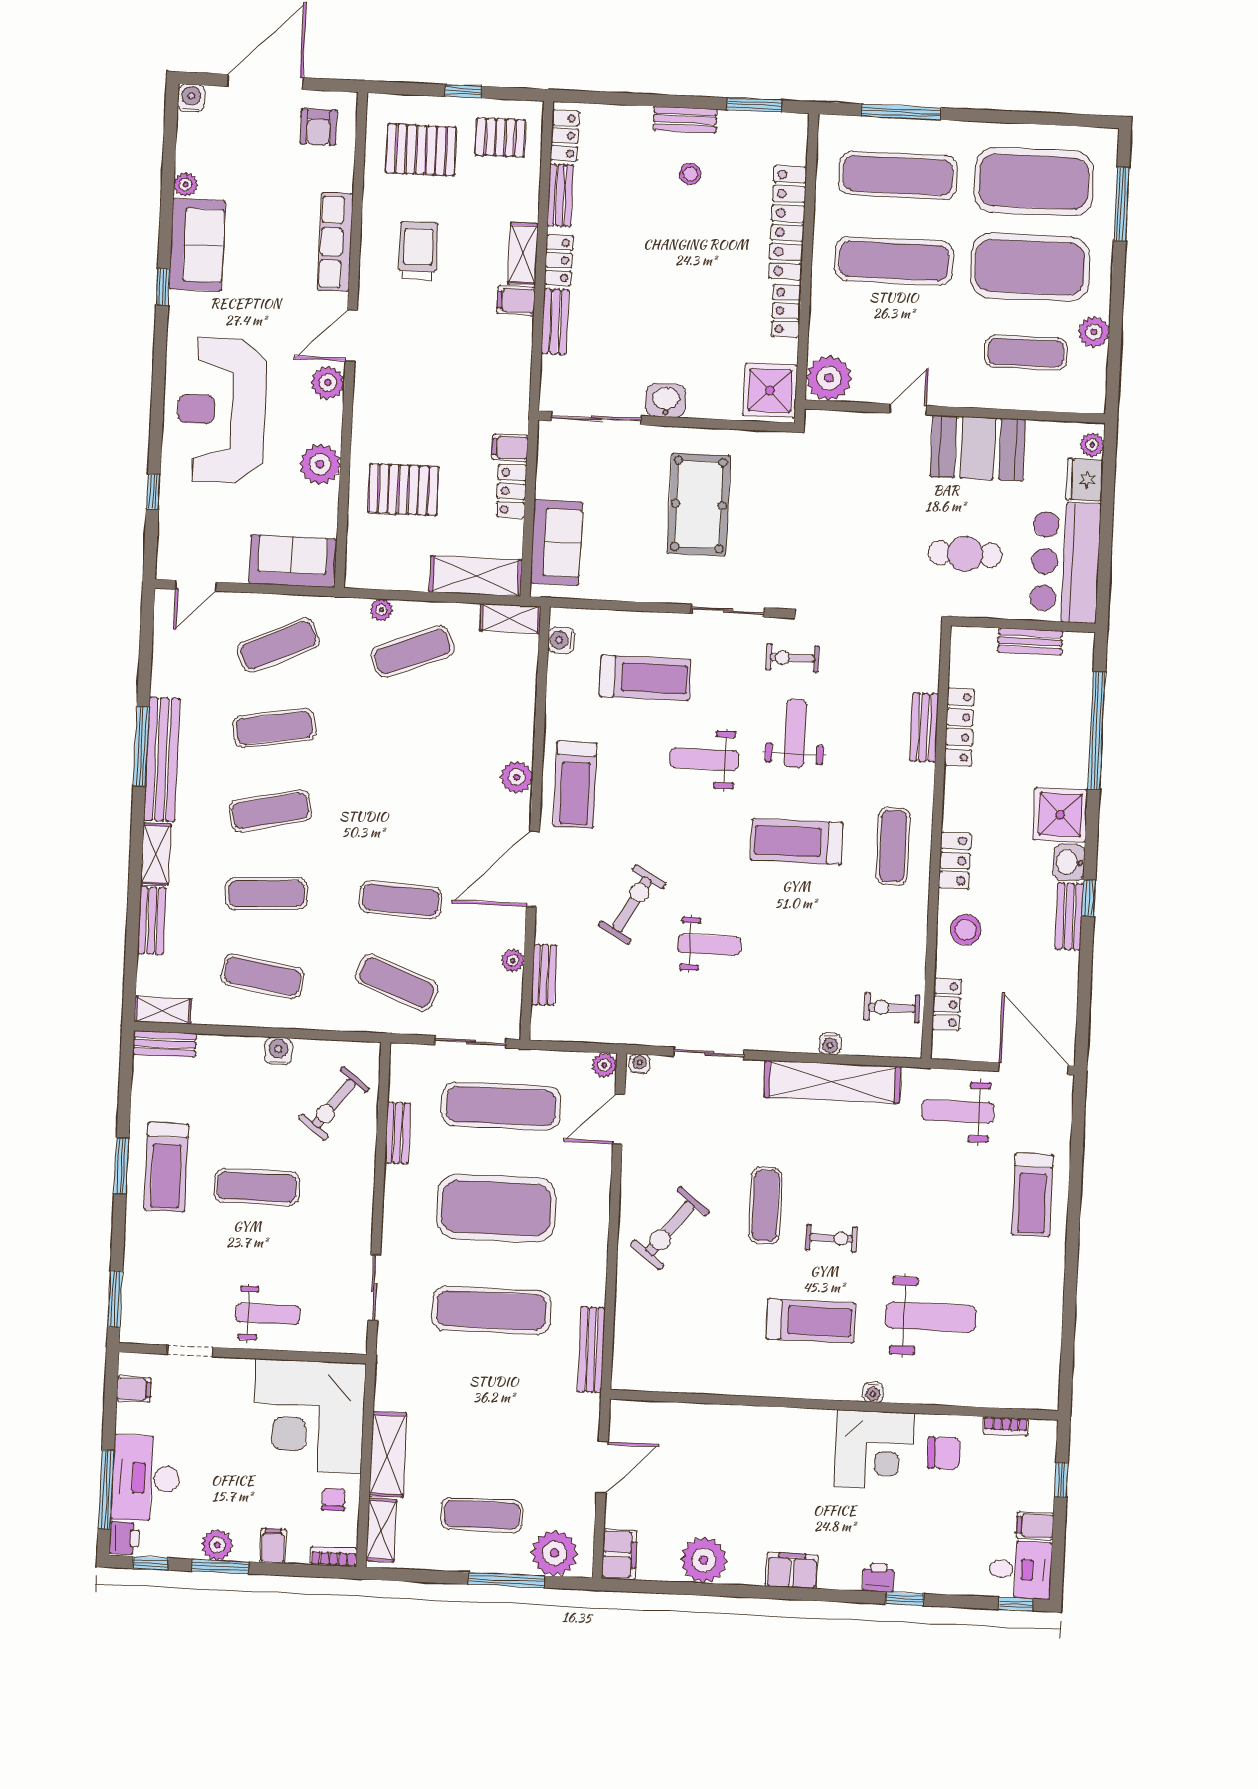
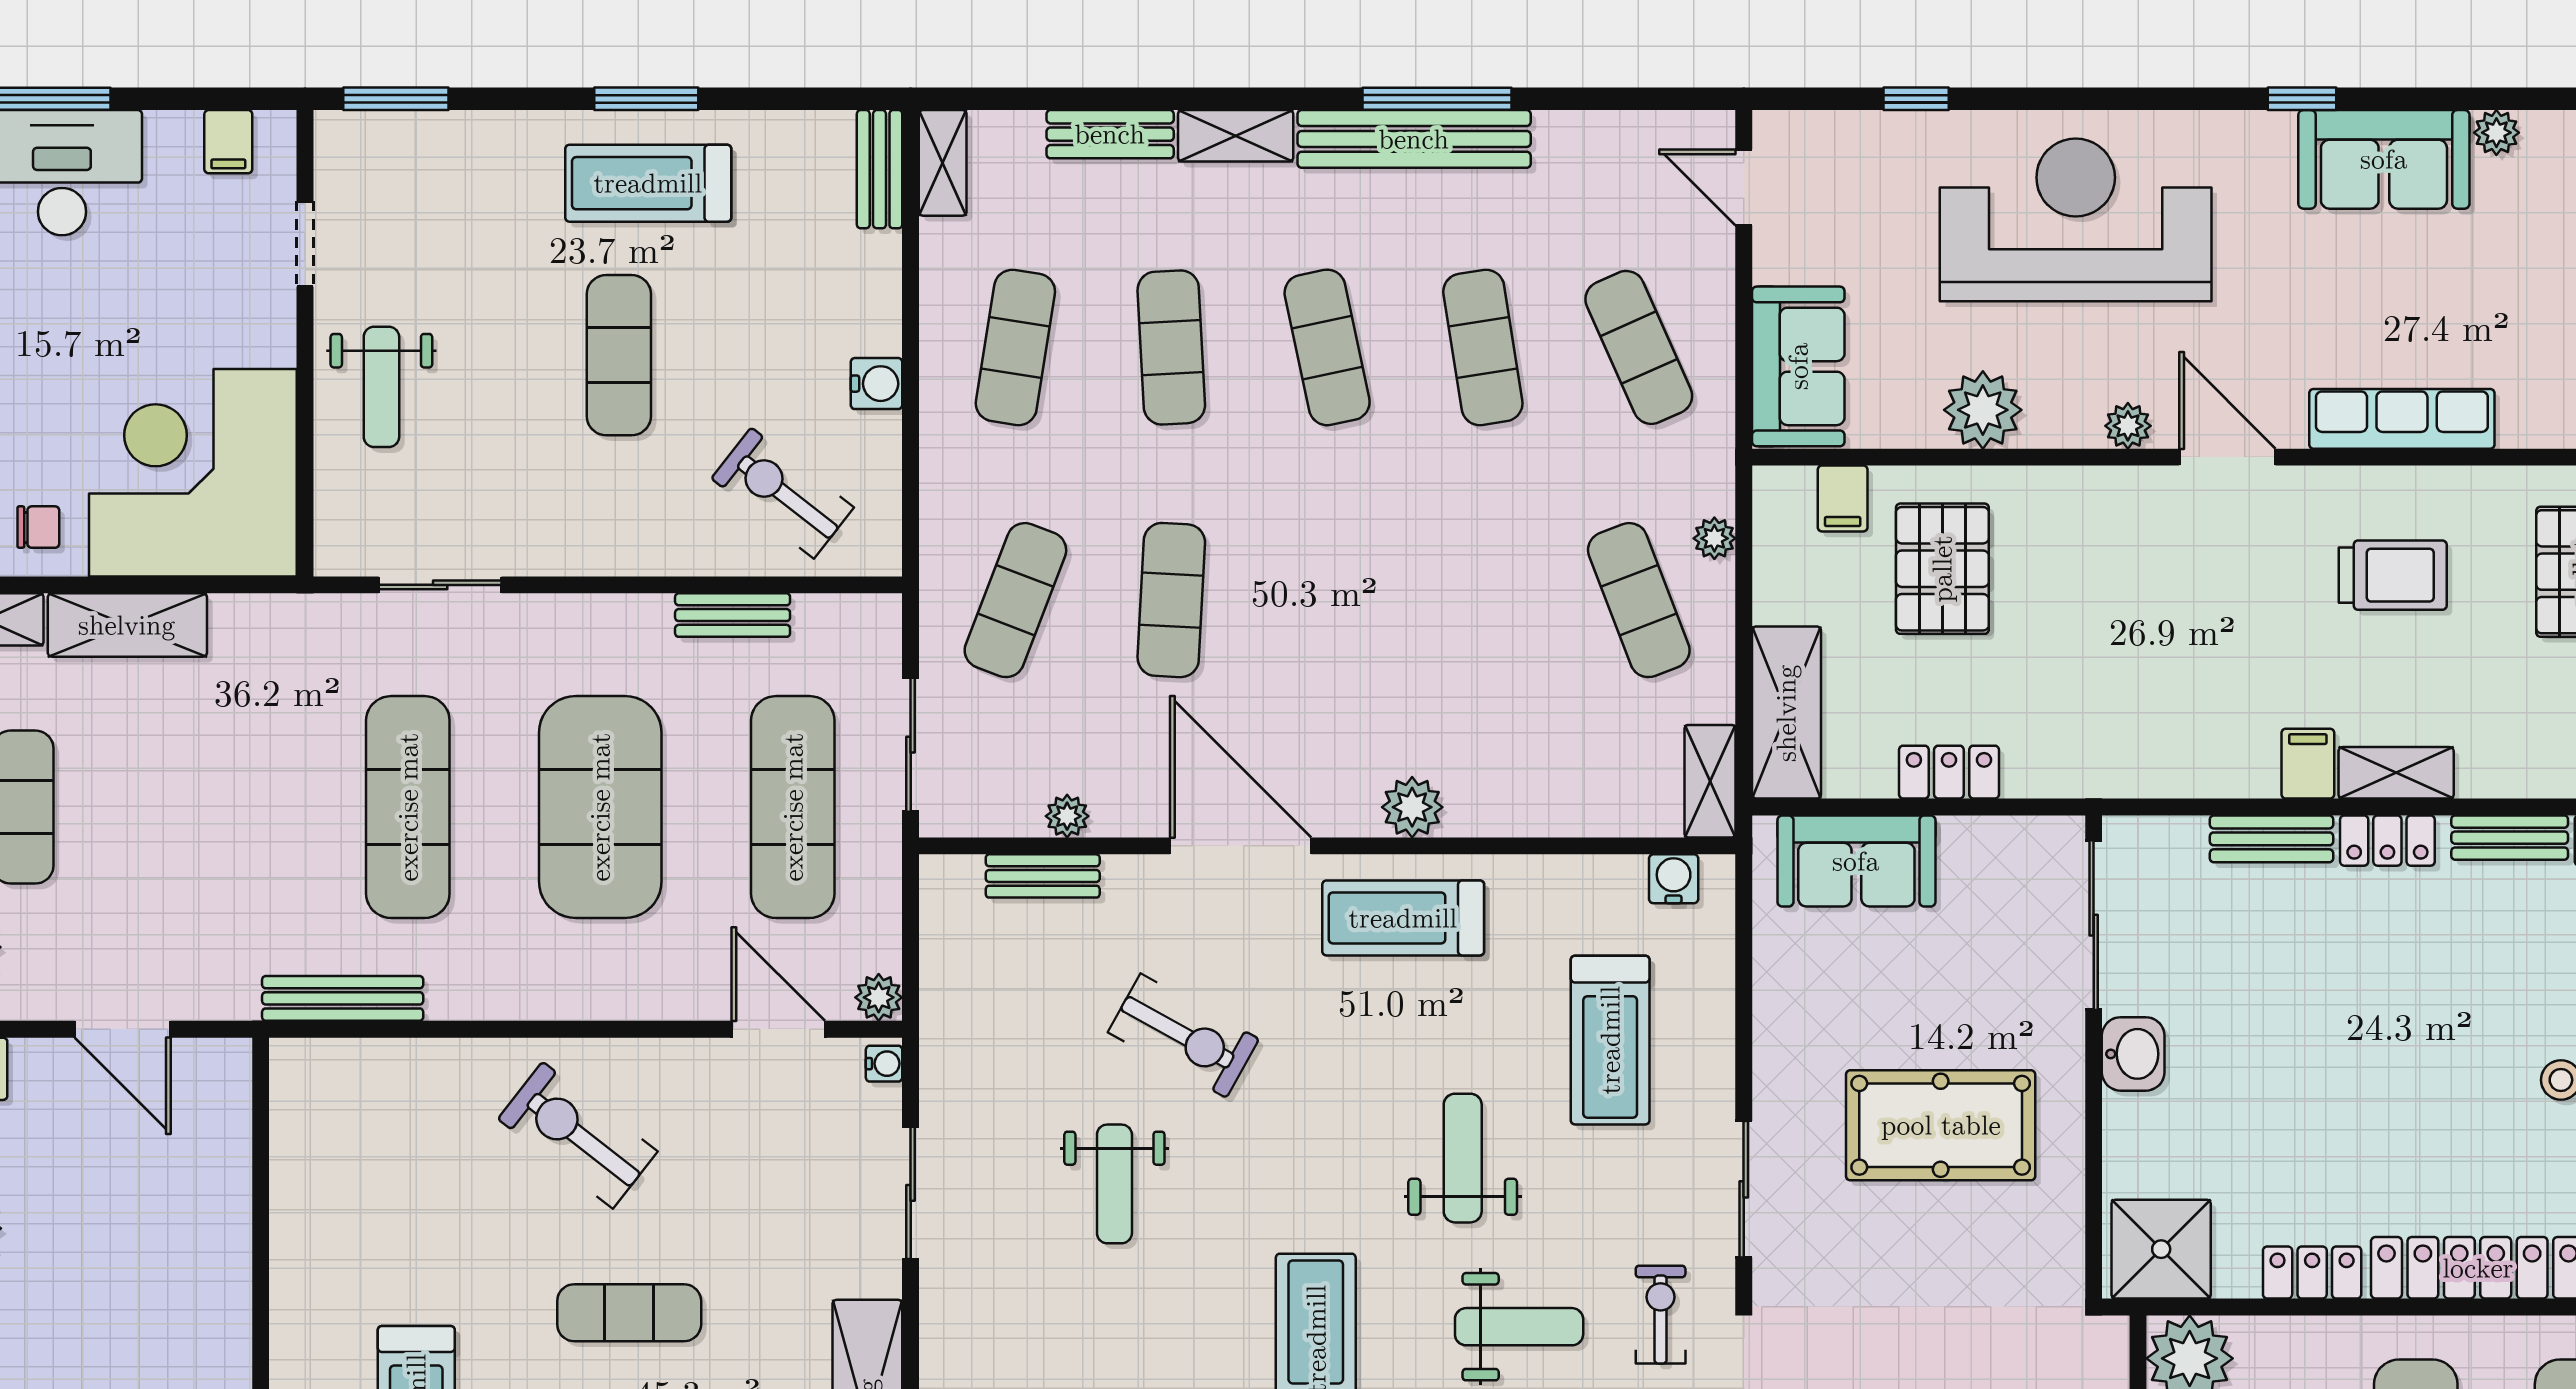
plant: (328, 383) -> (2128, 426), width x0.73, depth x0.73
filing cabinet: (510, 448) -> (1843, 498), moved, turned 180

